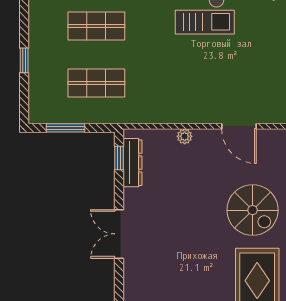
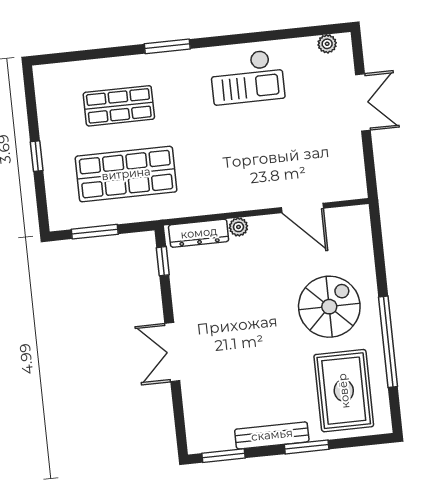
shop shelf: (96, 83) -> (126, 174), width x1.43, depth x1.36
dresser: (133, 163) -> (199, 233), moved, turned 90
spiral stairs: (253, 210) -> (329, 307), turned -90

